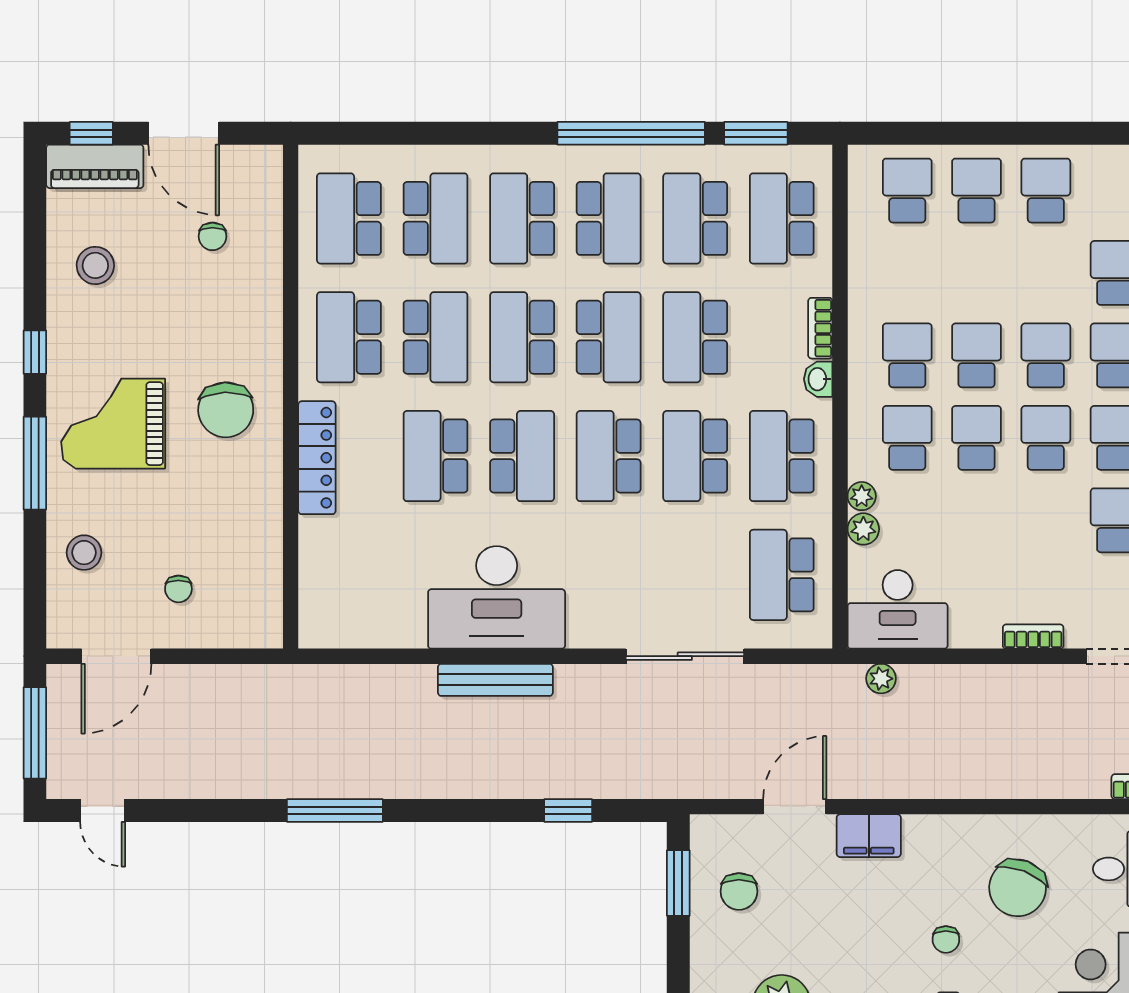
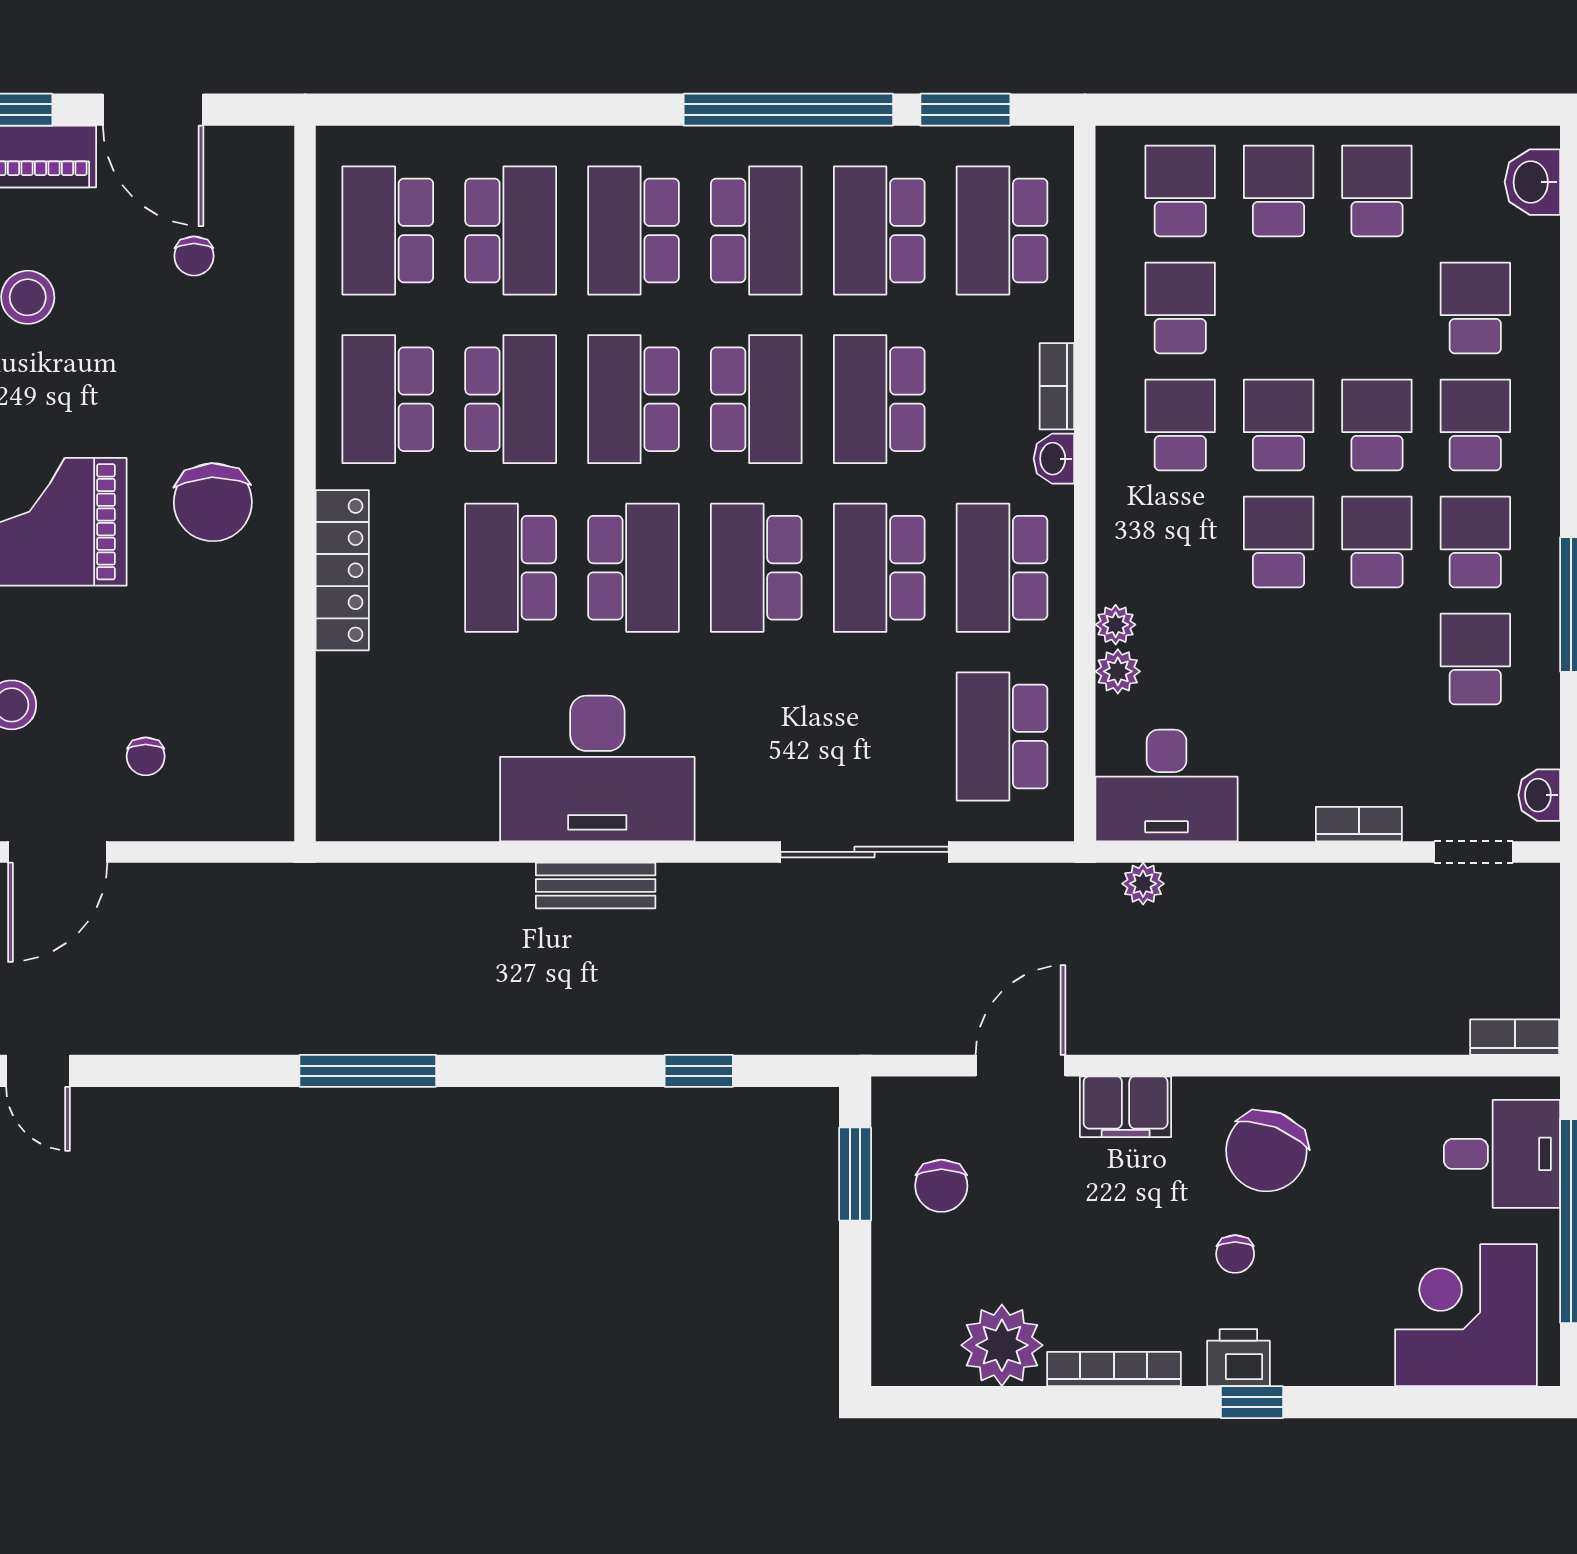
school desk: (907, 438) -> (1180, 308), moved
bench: (495, 680) -> (596, 885), width x0.73
chair: (1018, 888) -> (1266, 1151), moved

